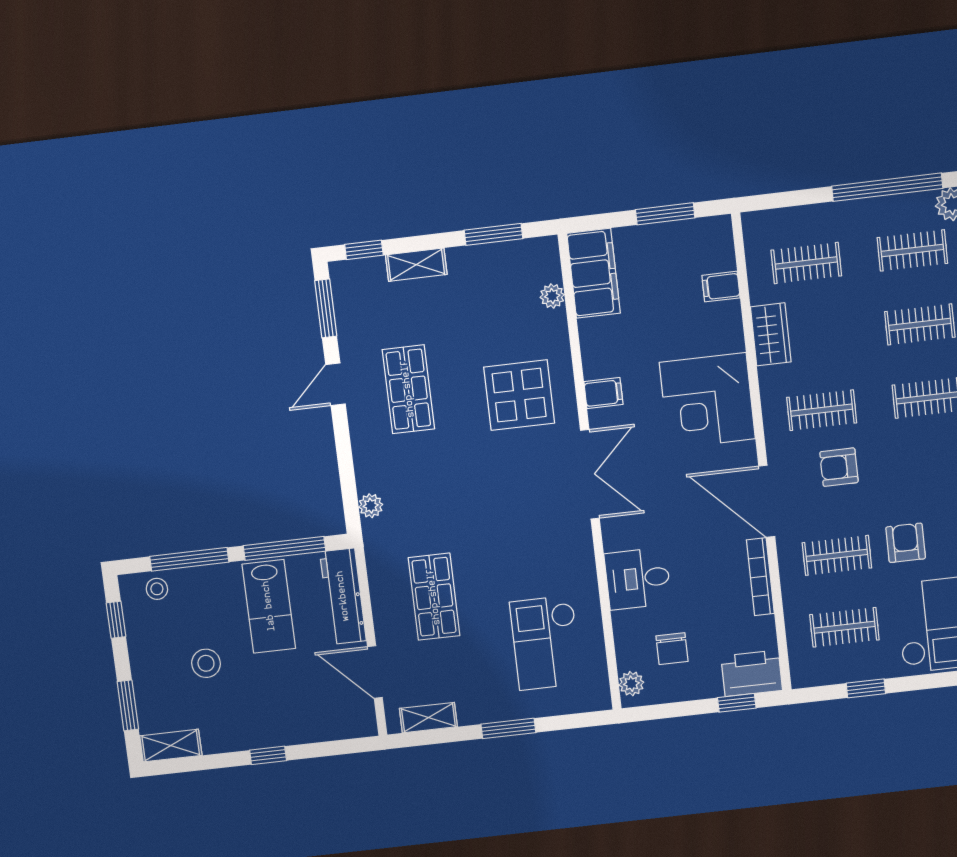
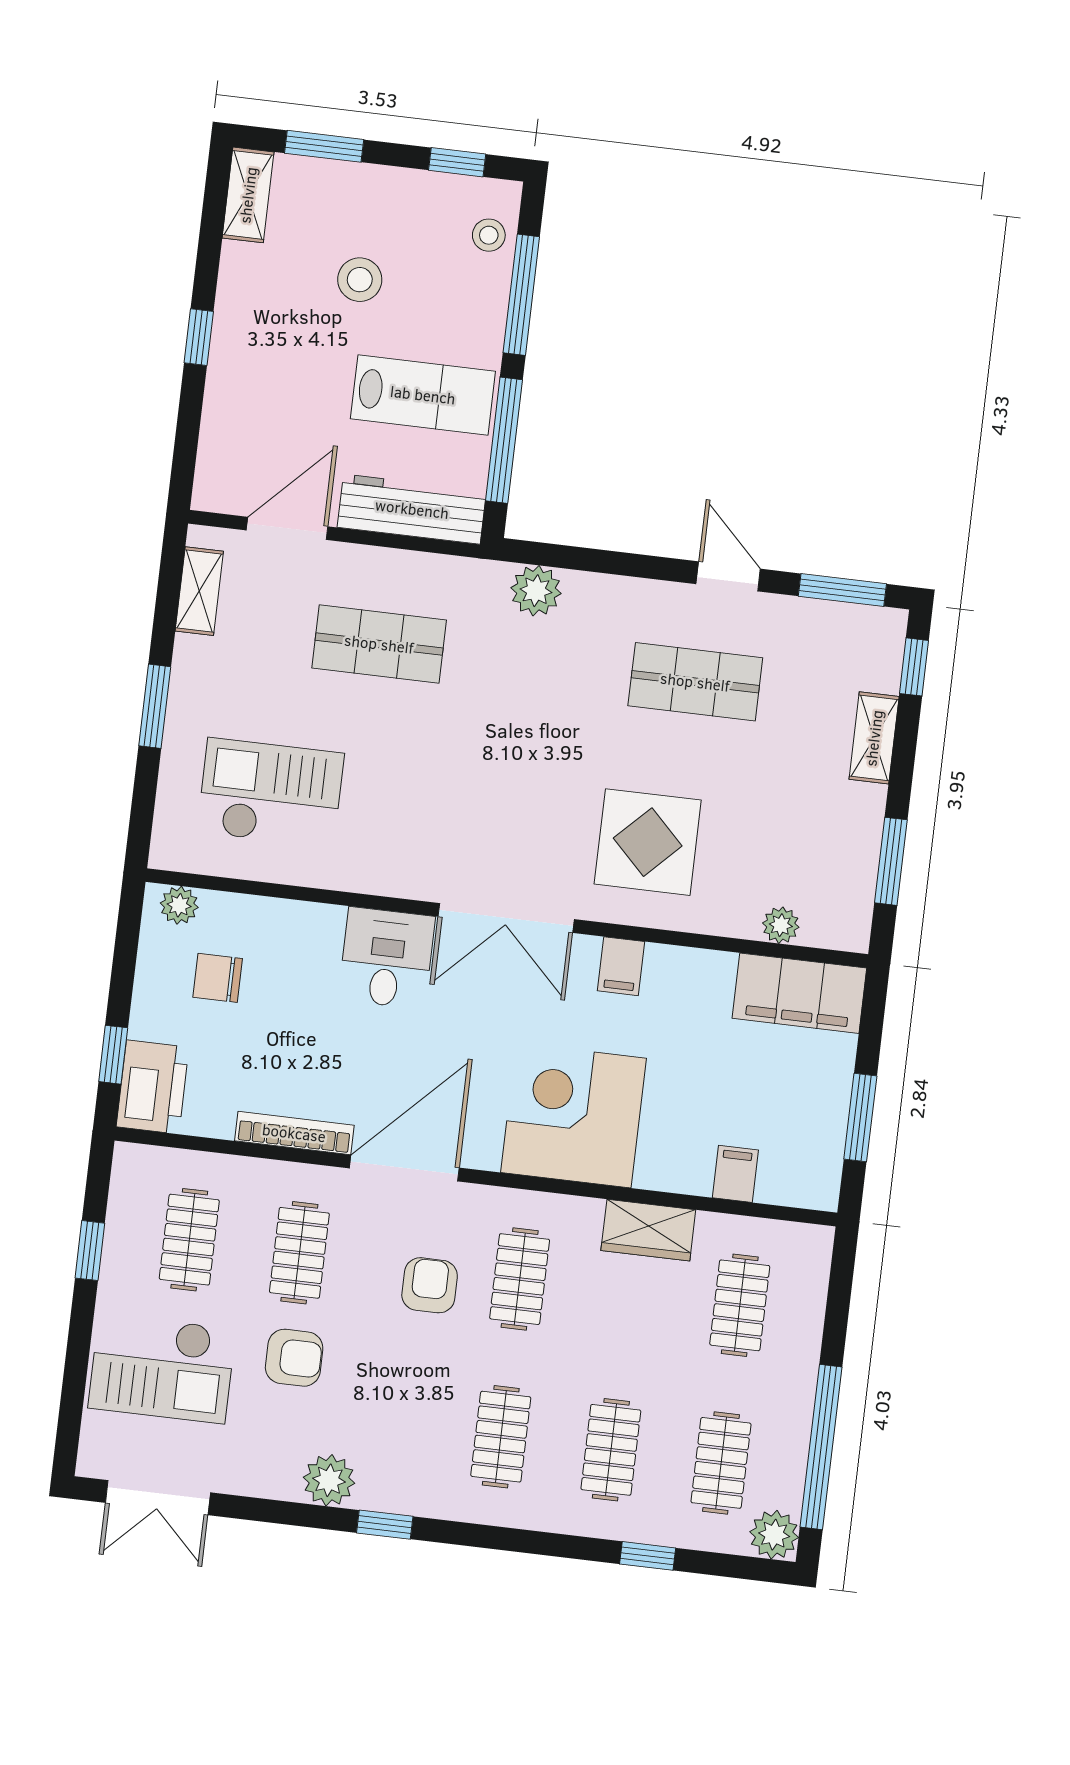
plant: (371, 506) -> (536, 591), width x1.38, depth x1.38
desk: (638, 579) -> (387, 958), moved
lab bench: (269, 606) -> (423, 395), turned 180

